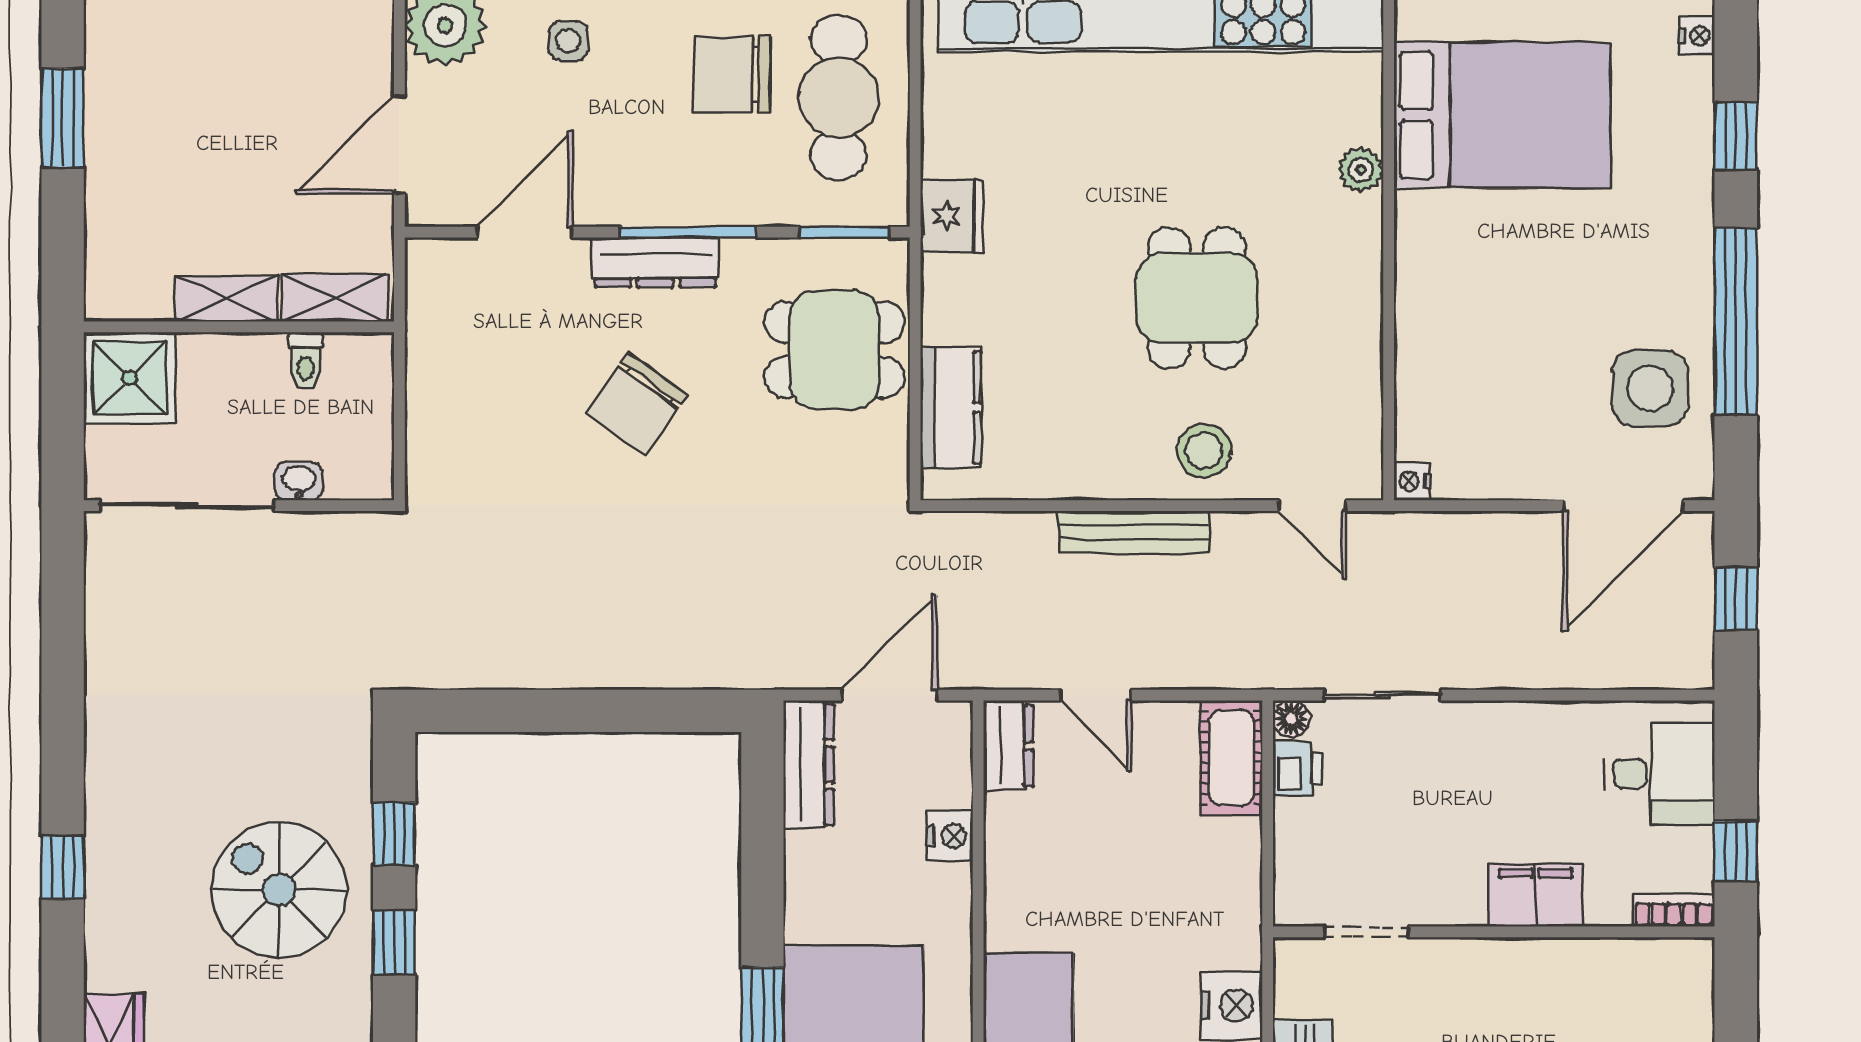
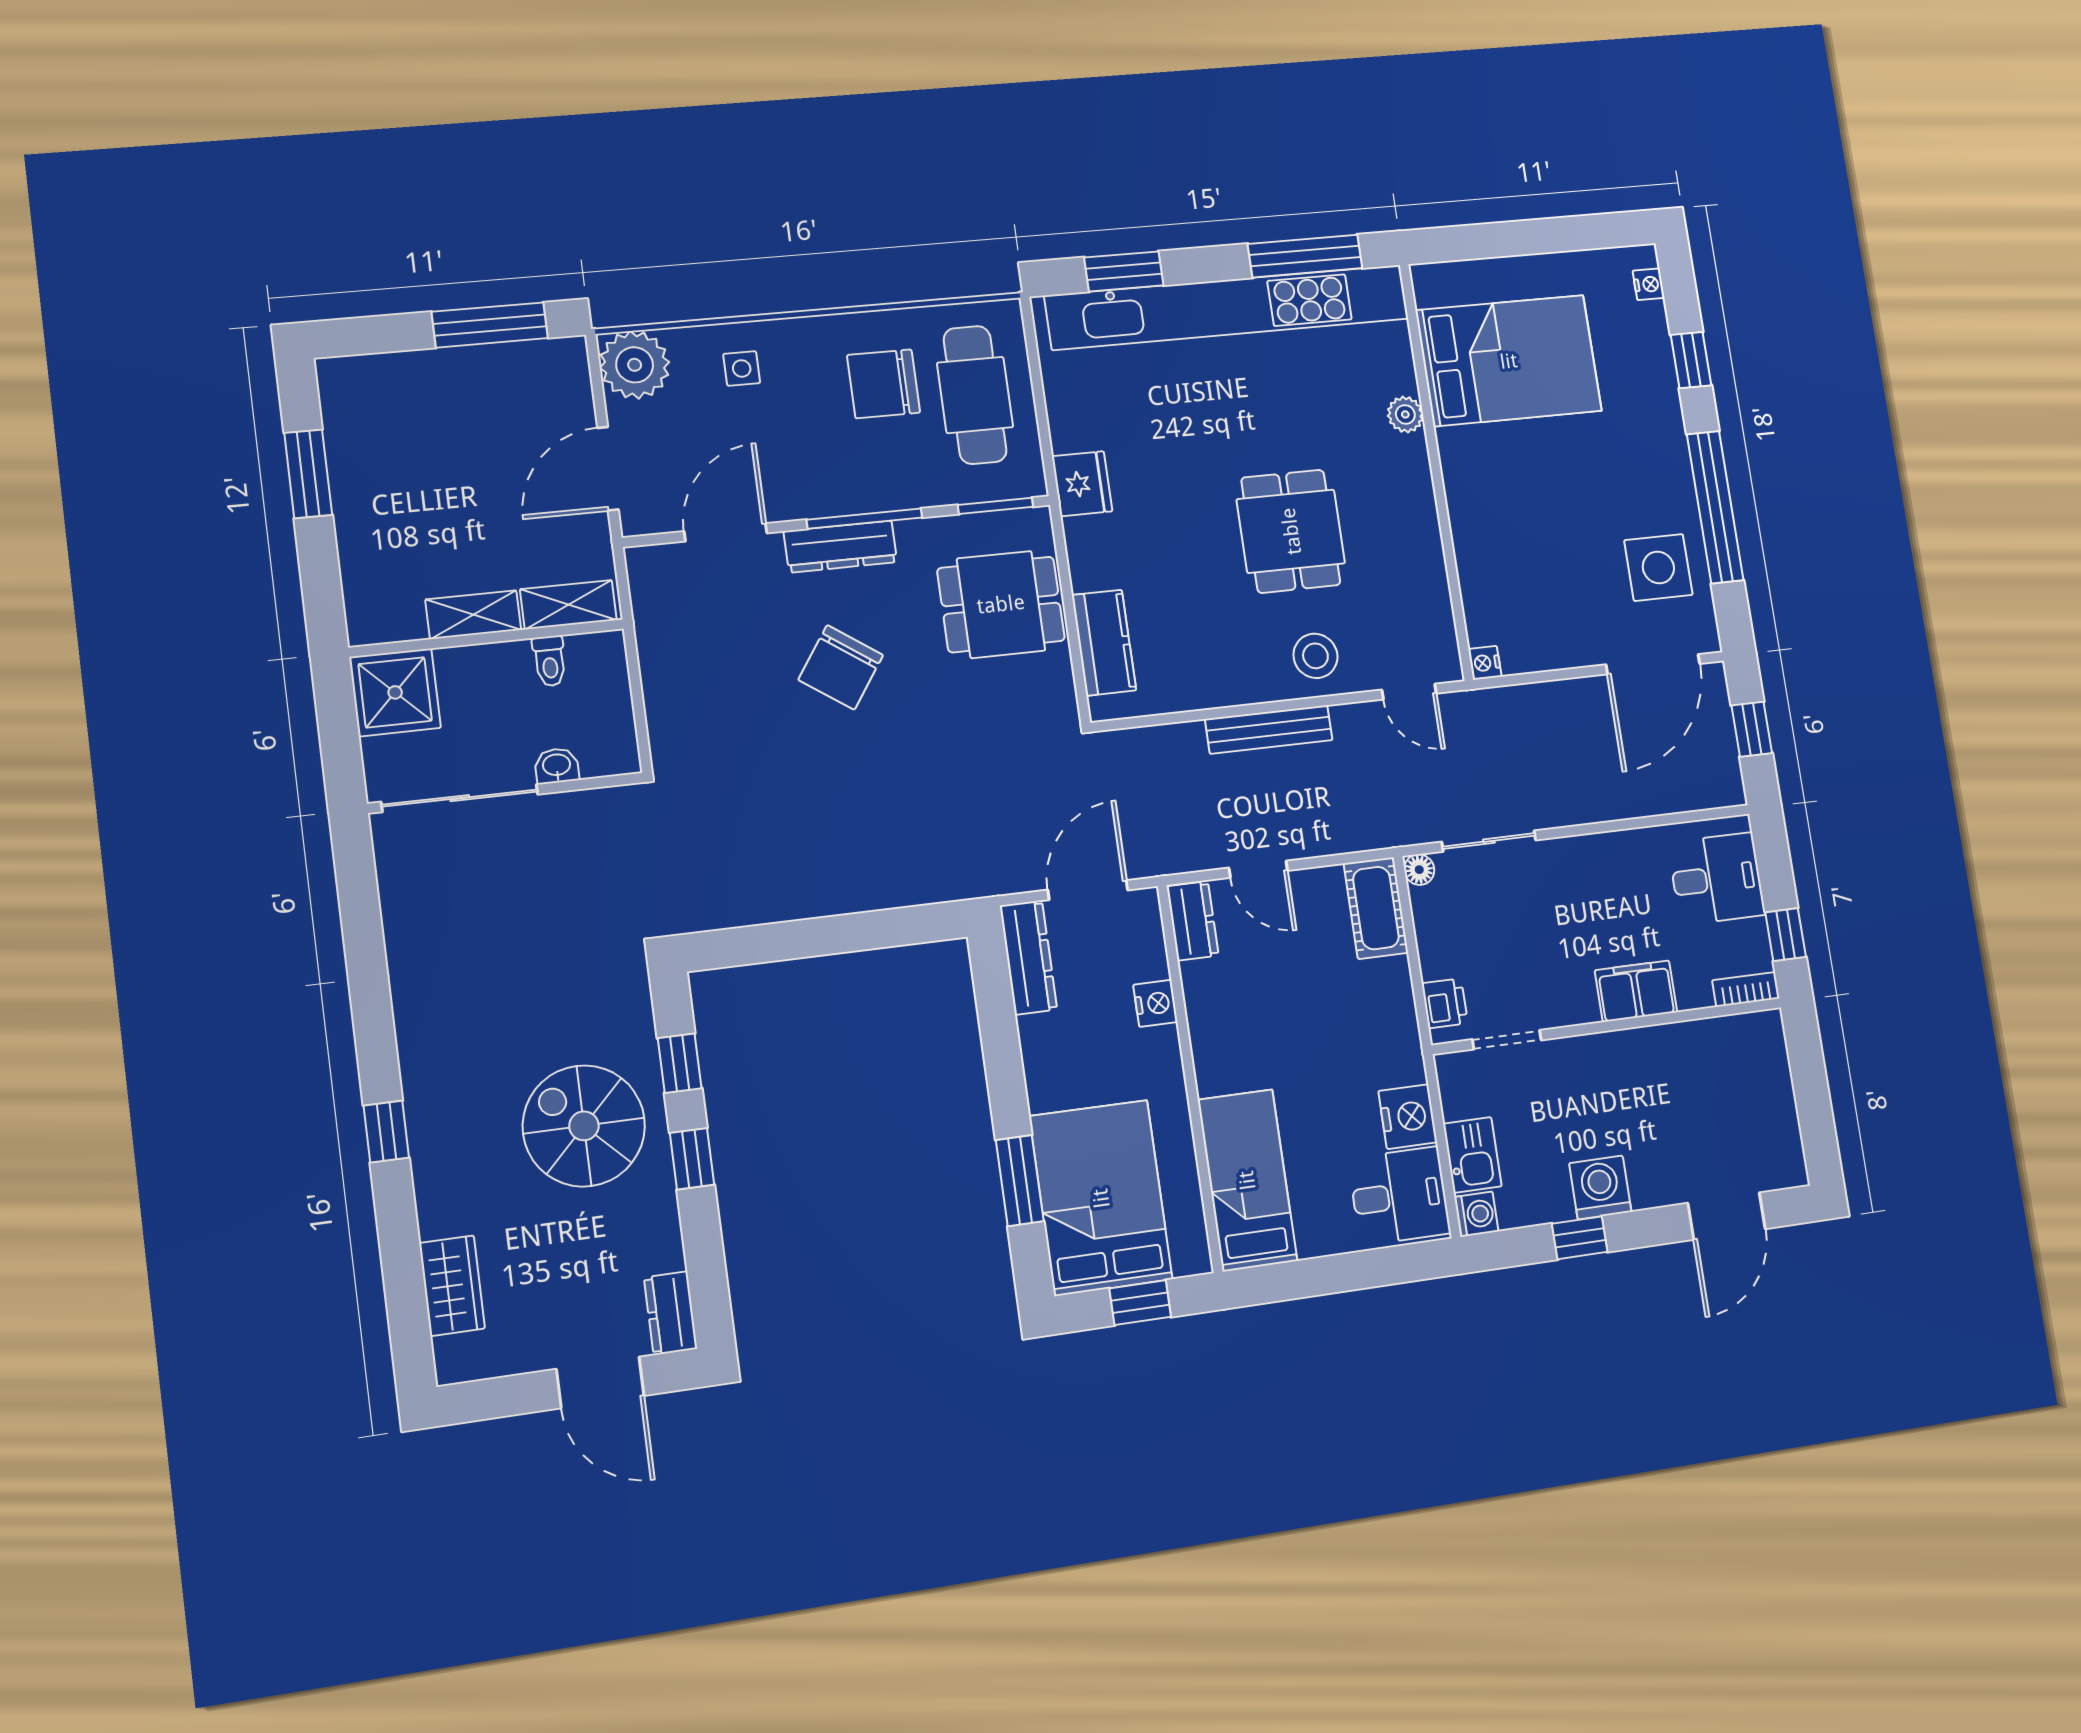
printer: (1297, 768) -> (1445, 1003), moved

